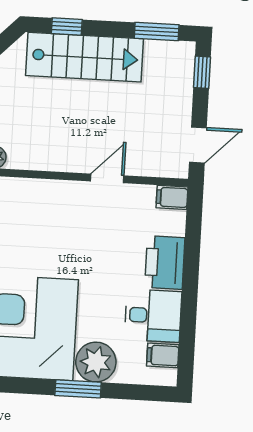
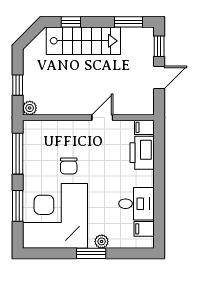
door: (198, 145) -> (159, 77), moved
chair: (51, 251) -> (69, 166), added
printer: (165, 263) -> (142, 153), moved
plant: (96, 362) -> (102, 241), width x0.53, depth x0.53

